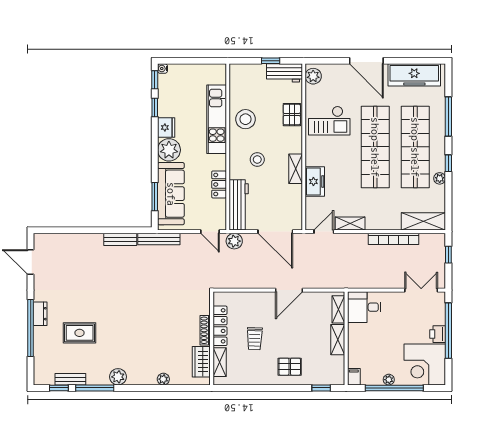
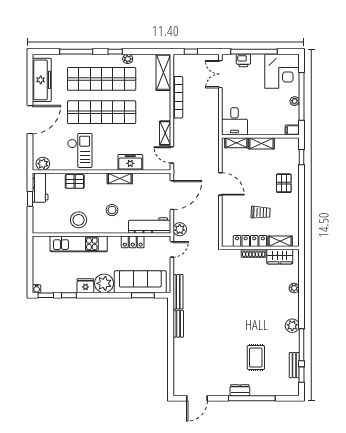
printer: (438, 334) -> (243, 60), moved

